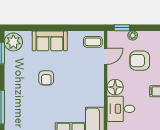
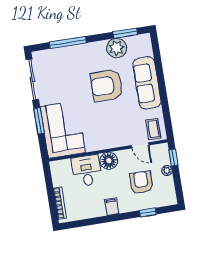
sofa: (50, 41) -> (147, 83), width x1.36
plant: (13, 42) -> (117, 48), moved
armchair: (46, 78) -> (107, 86), width x1.88, depth x1.88

